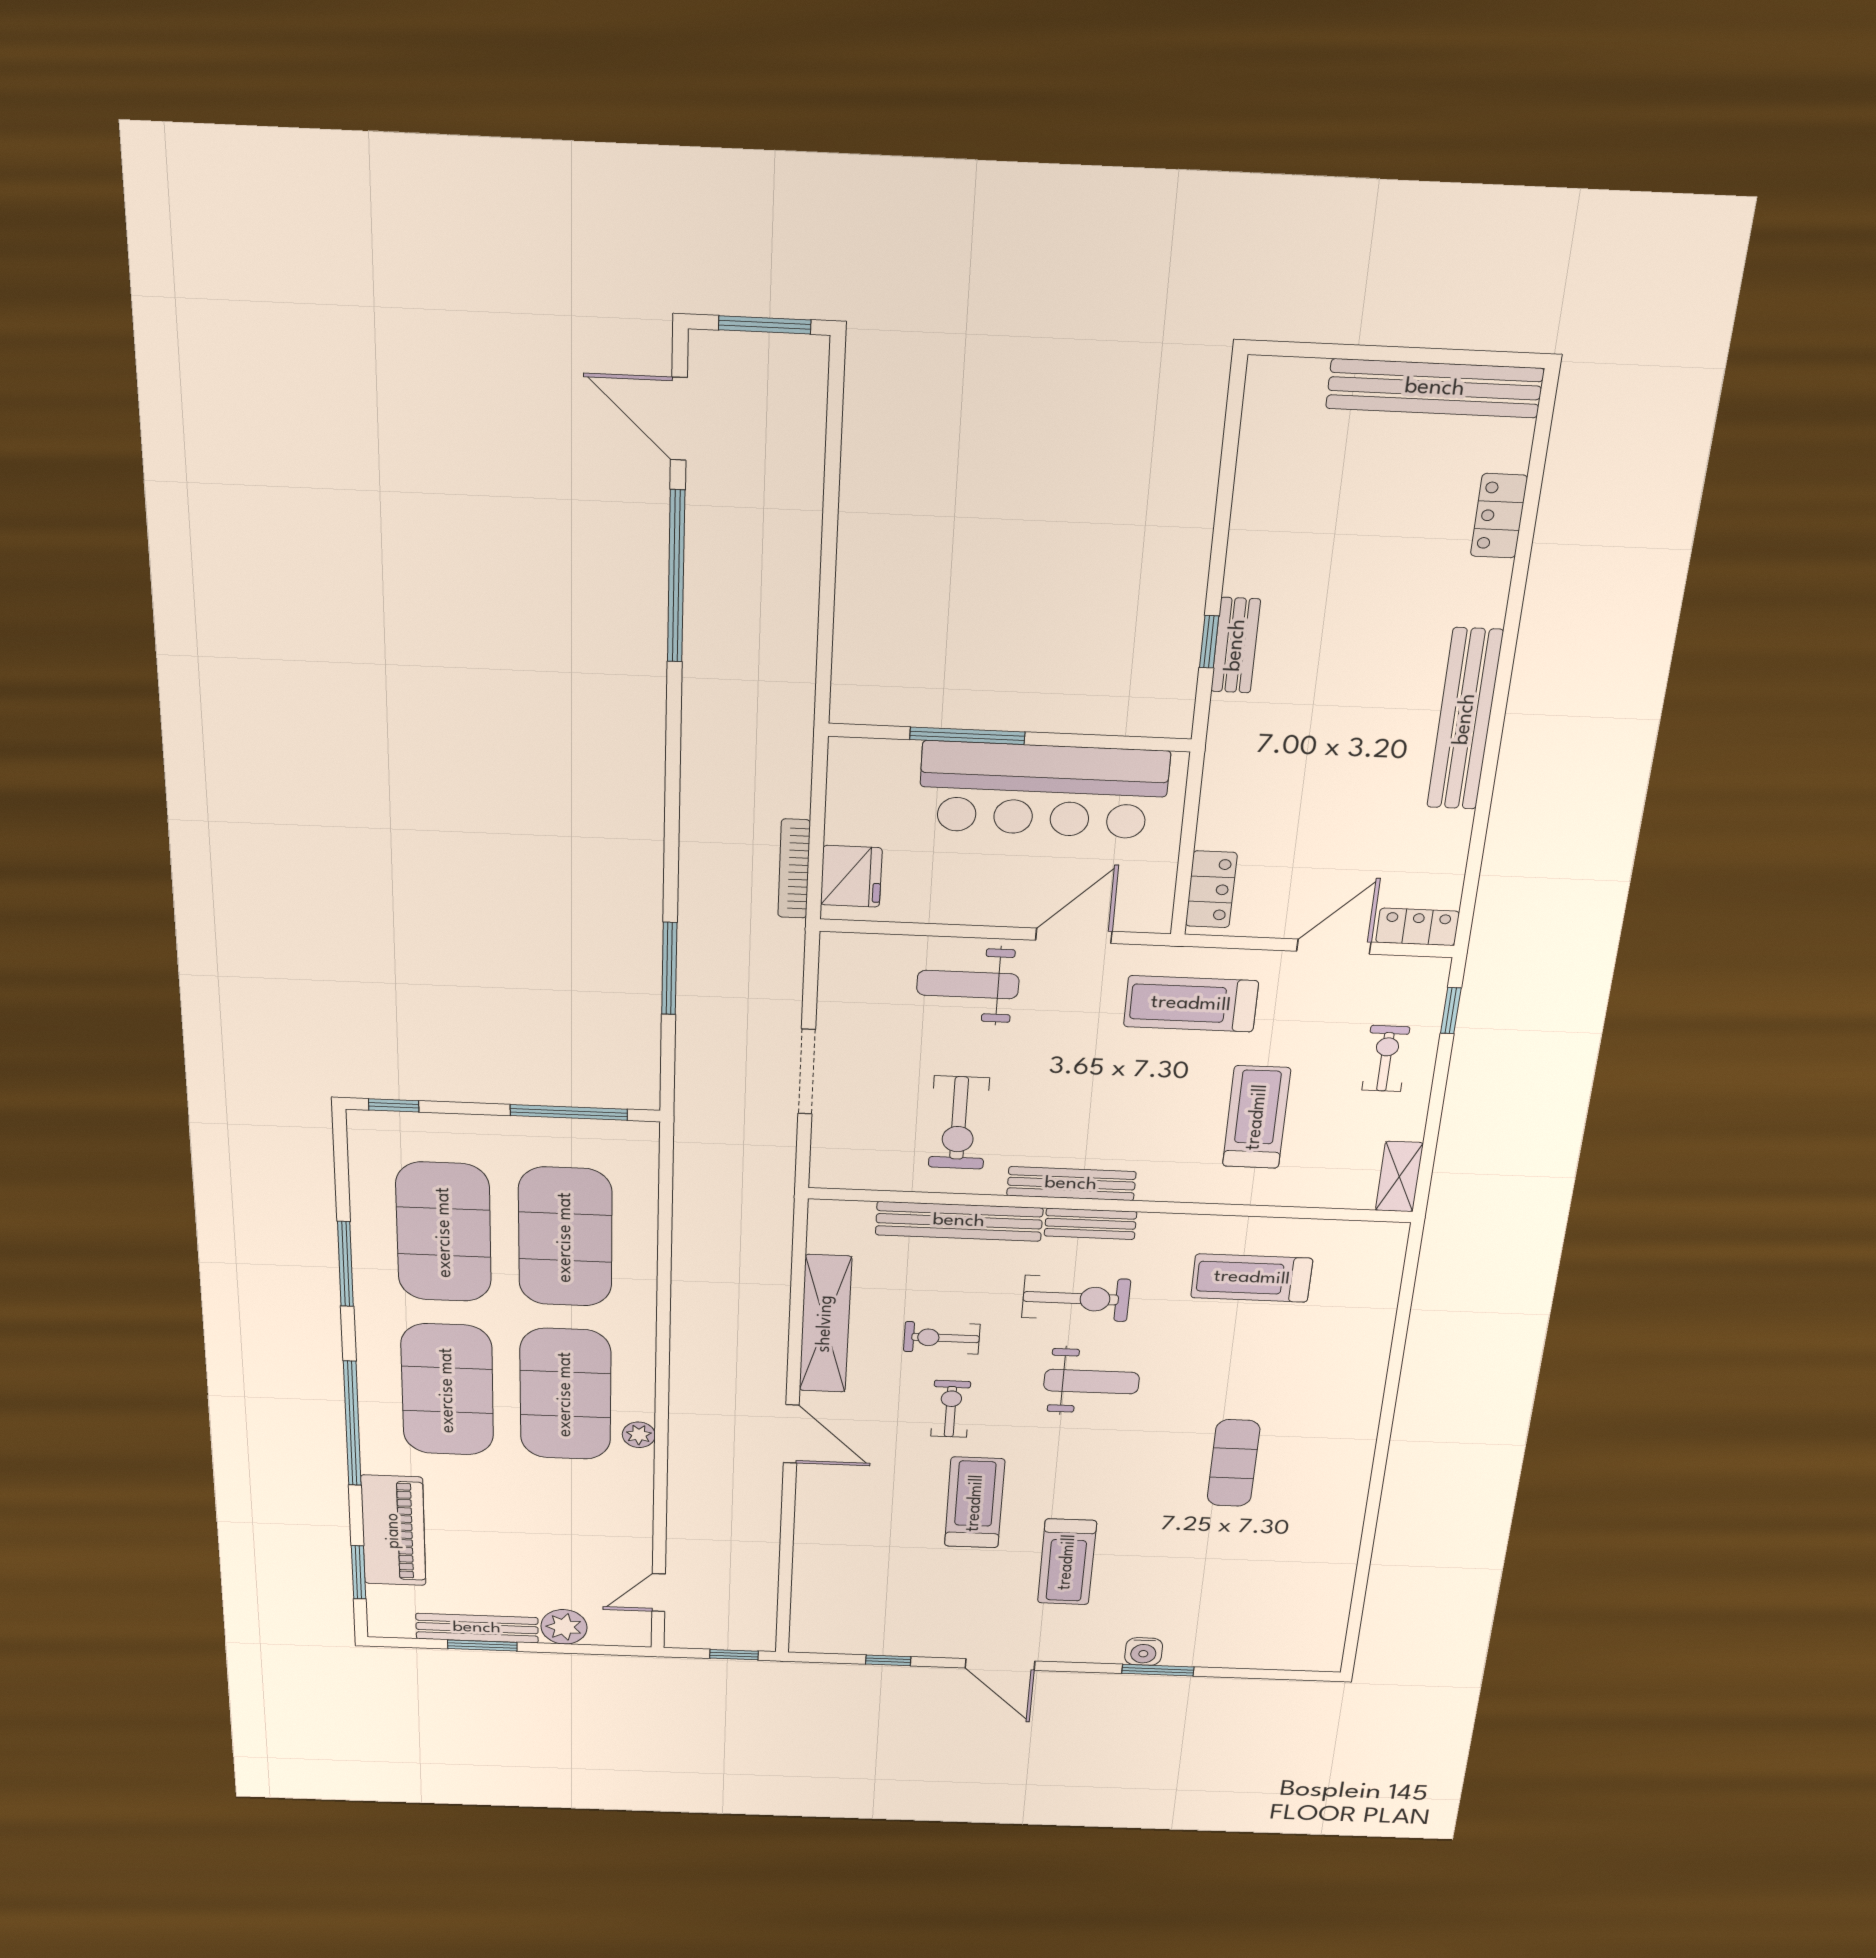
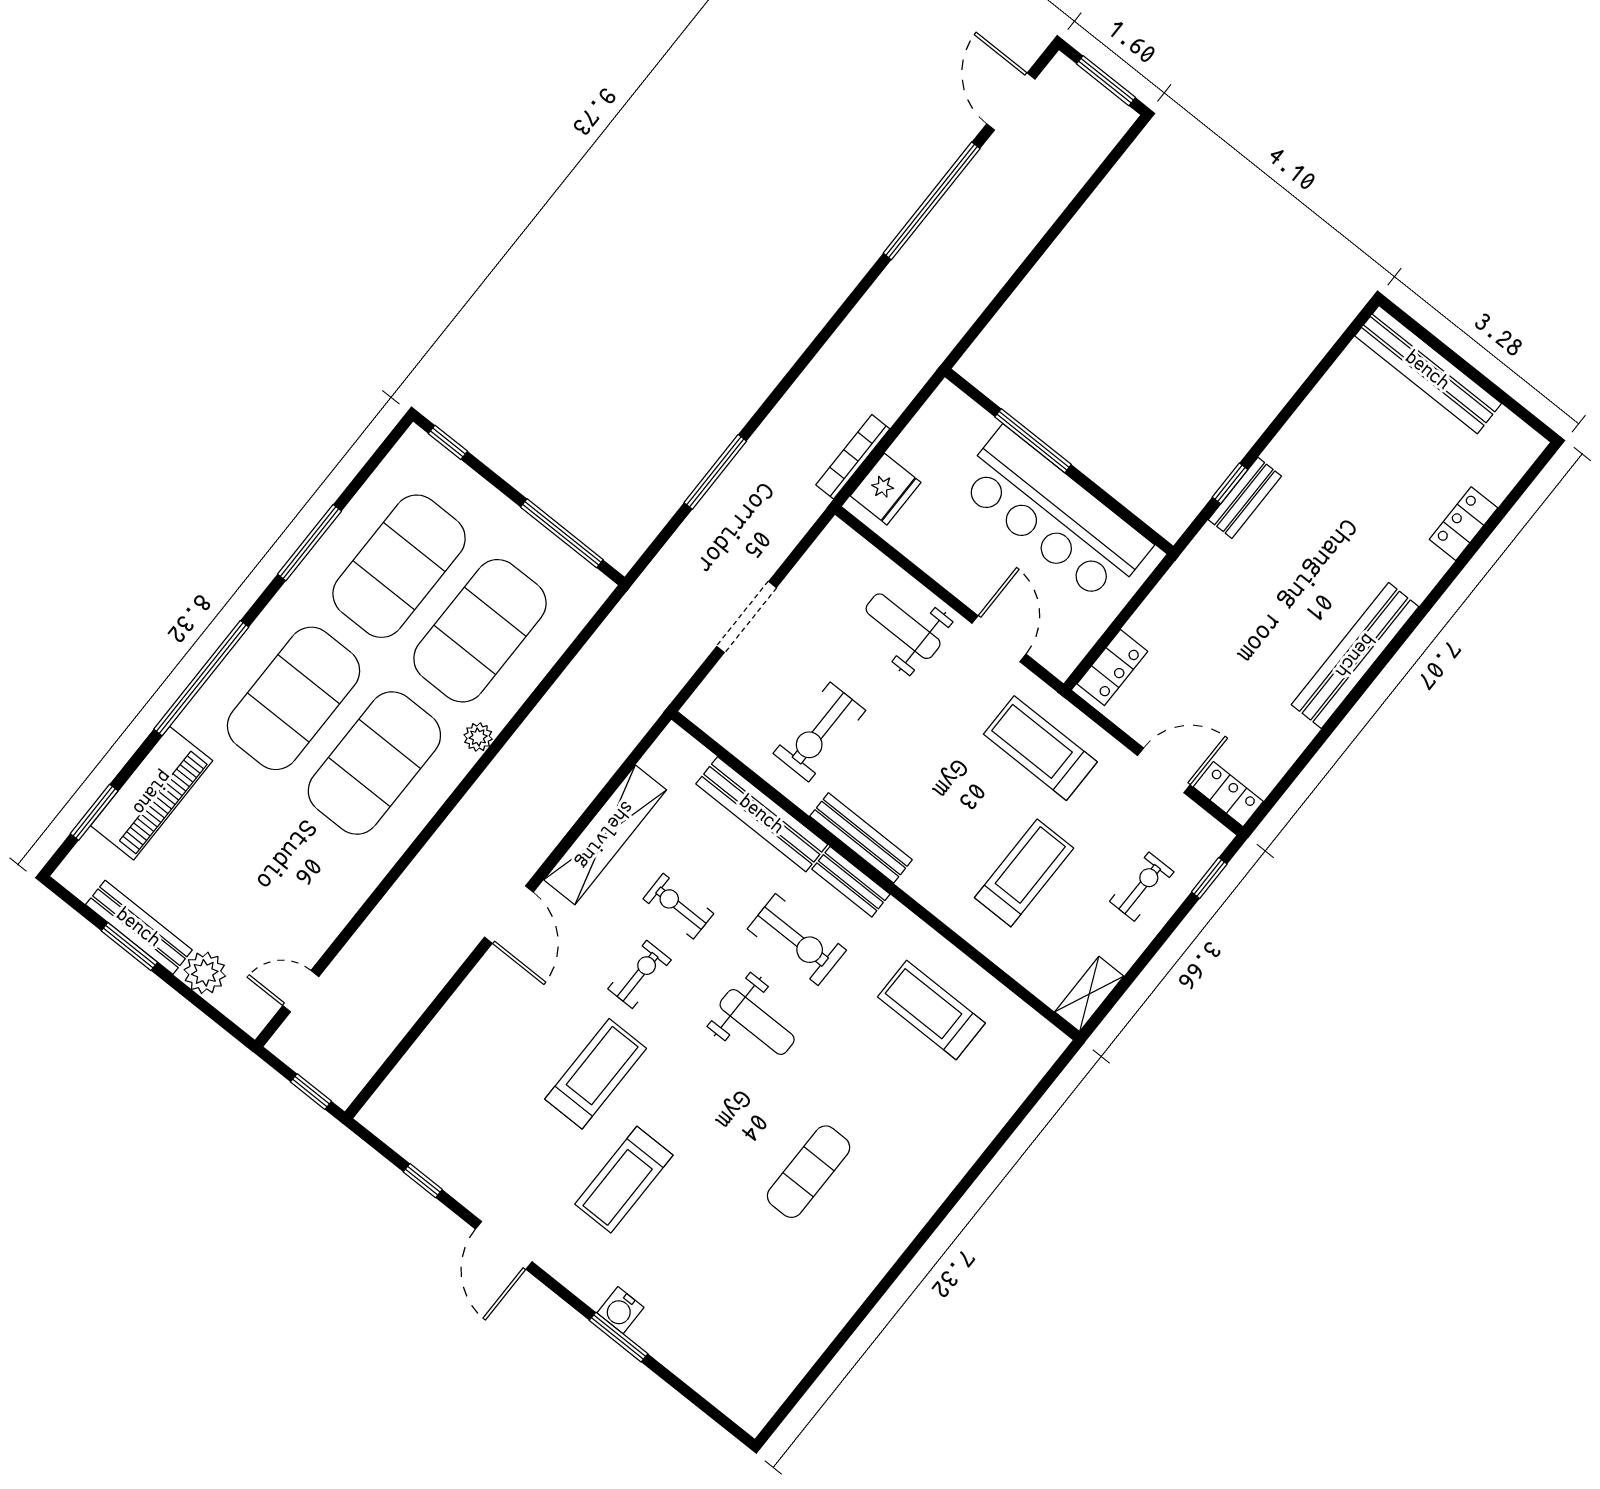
bench: (1435, 388) -> (1428, 370), moved
door: (1074, 936) -> (999, 639), hinge flipped
plant: (639, 1435) -> (478, 737), moved

